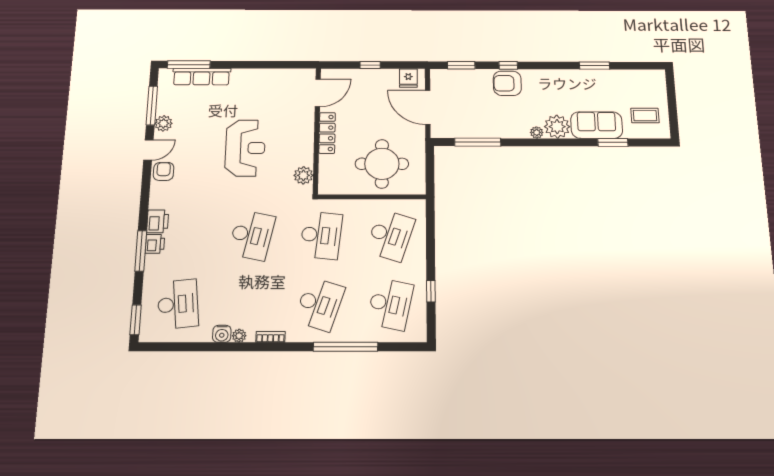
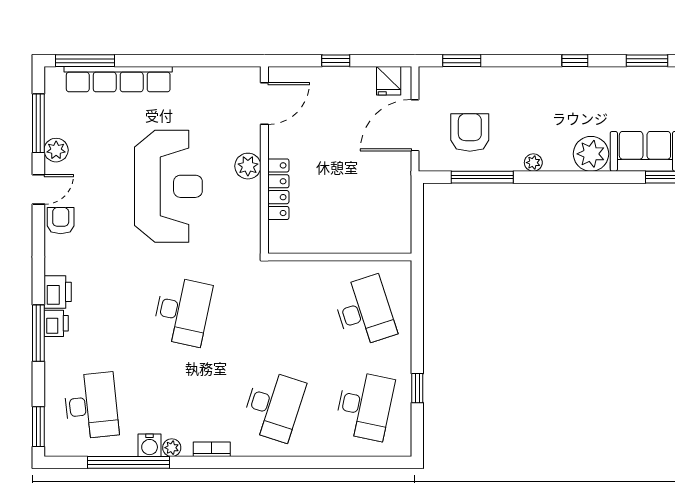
window: (508, 65) -> (575, 61), moved
row of seats: (202, 77) -> (118, 79), width x1.36
armchair: (507, 83) -> (470, 133), moved, turned 90
door: (428, 107) -> (415, 125), hinge flipped
plant: (537, 132) -> (533, 163), moved
locker: (327, 133) -> (278, 189), moved
reception desk: (245, 148) -> (168, 186), width x1.36, depth x1.30
round table: (382, 164) -> (353, 209), removed
plant: (303, 175) -> (248, 166), moved
desk: (321, 235) -> (273, 311), removed
desk: (390, 235) -> (364, 311), turned -36
window: (345, 347) -> (129, 462), moved

